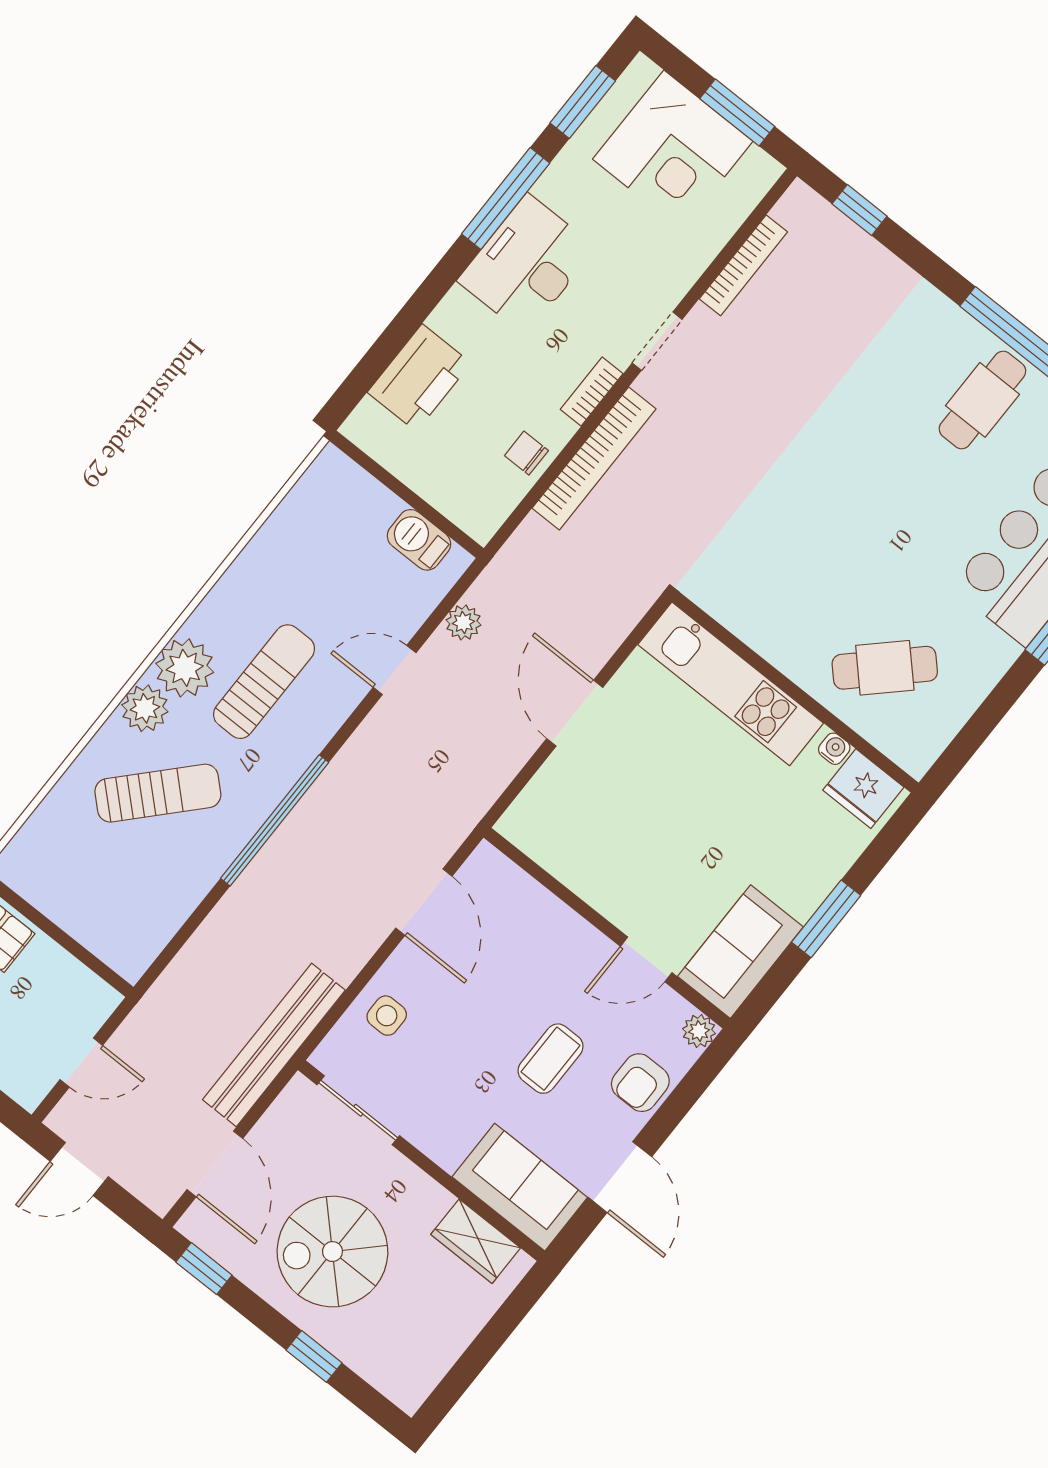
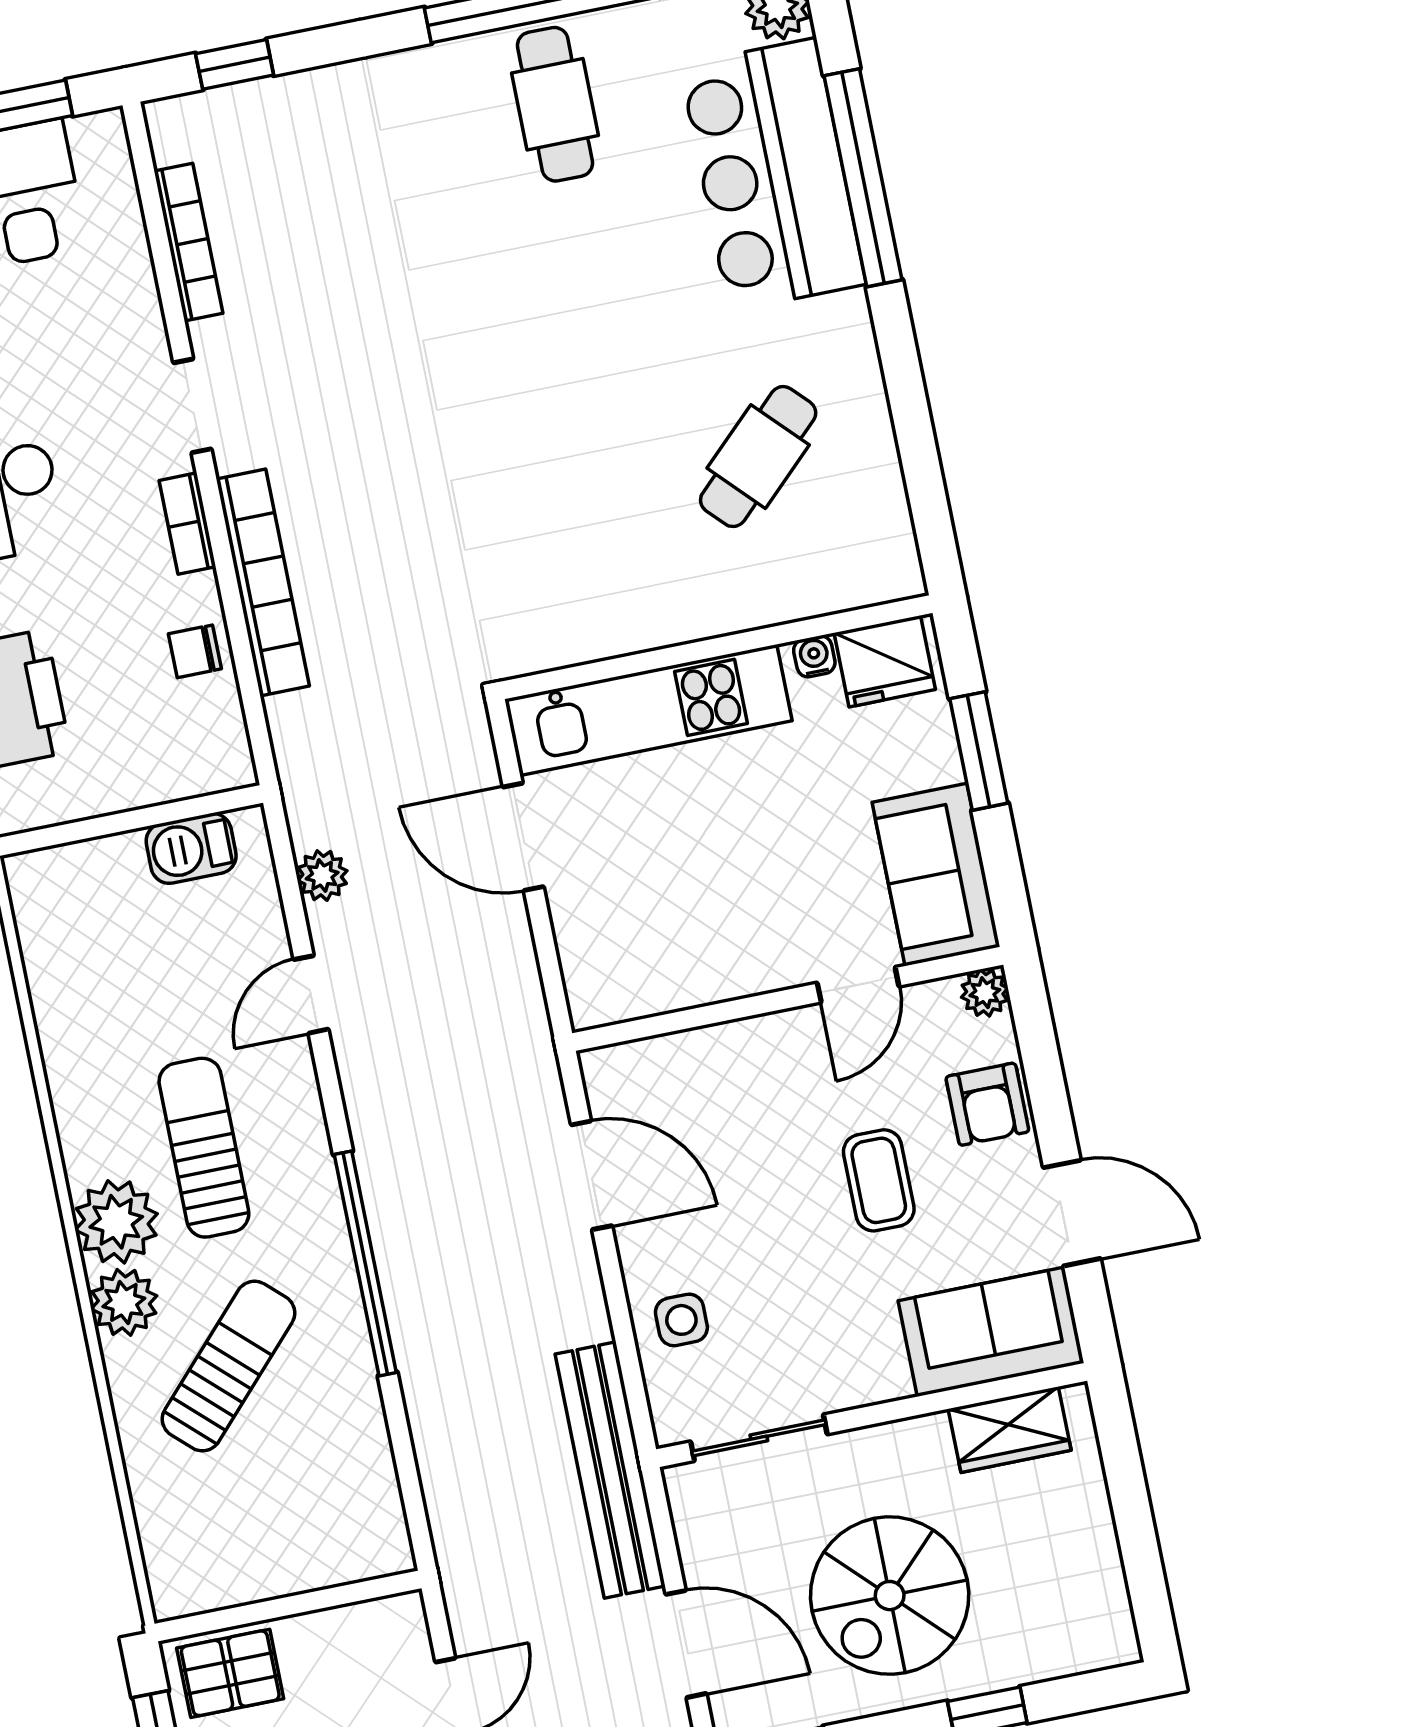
kitchen unit: (731, 684) -> (649, 710), moved
wall: (795, 692) -> (717, 647), moved
water cooler: (834, 749) -> (814, 656), moved
fridge: (863, 789) -> (885, 661), moved

